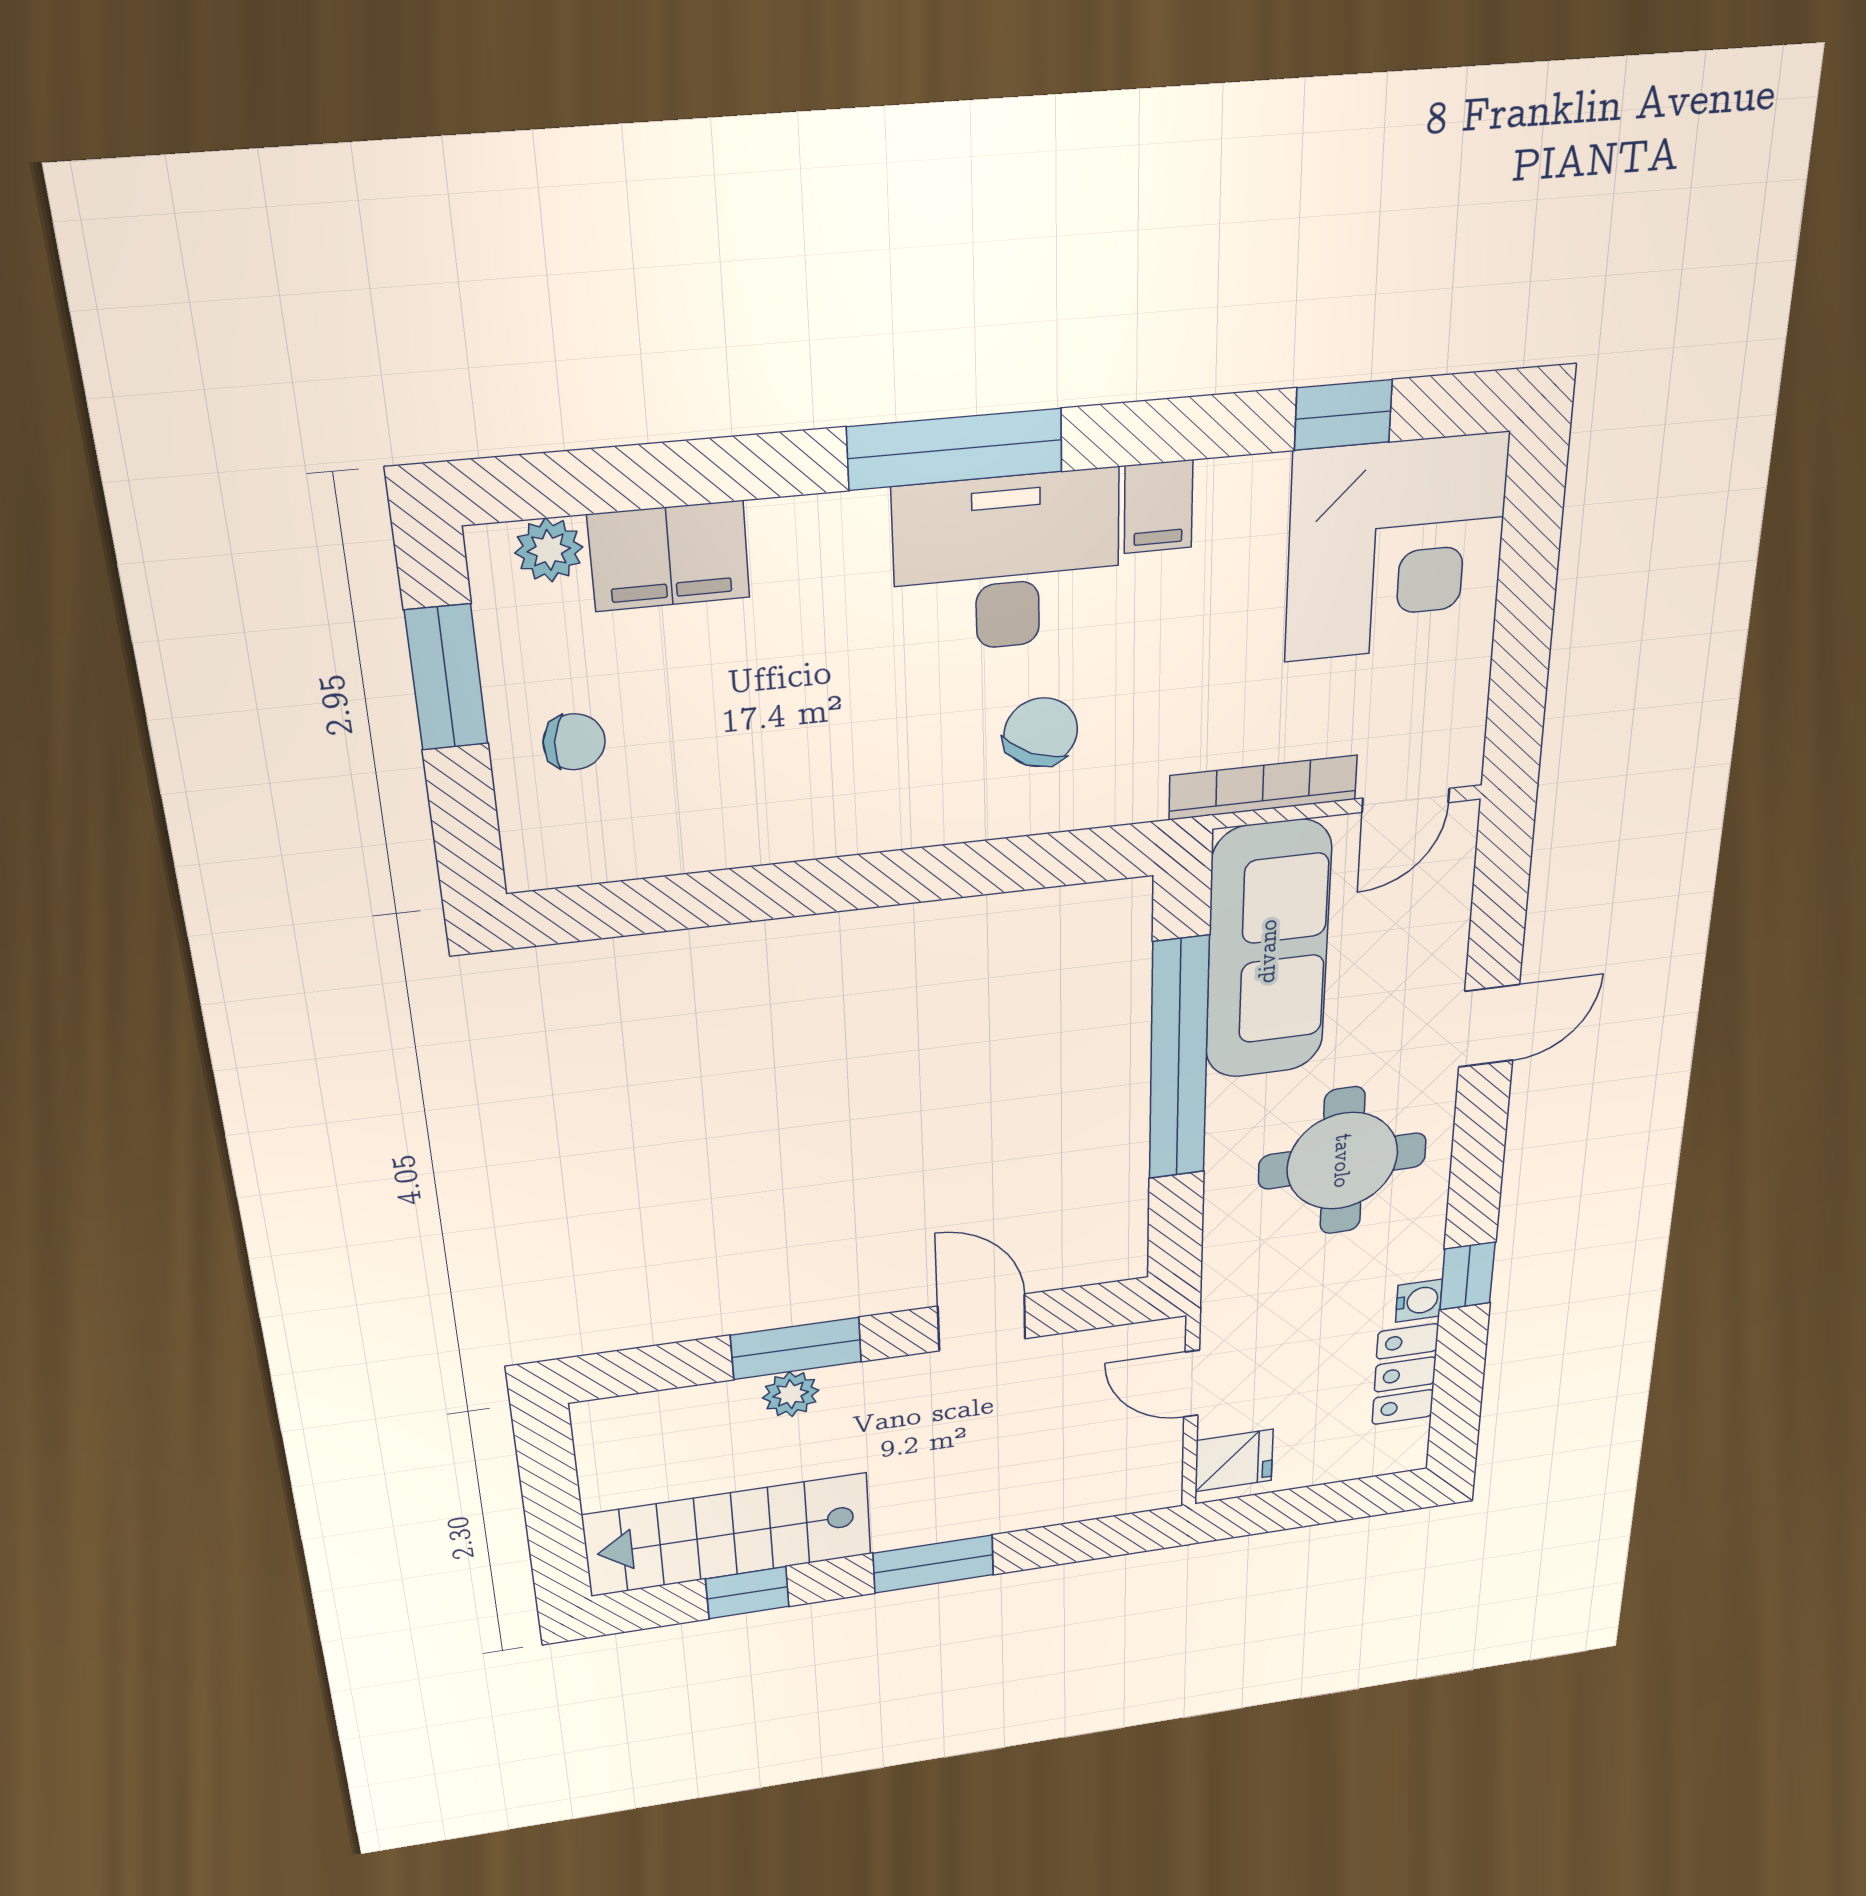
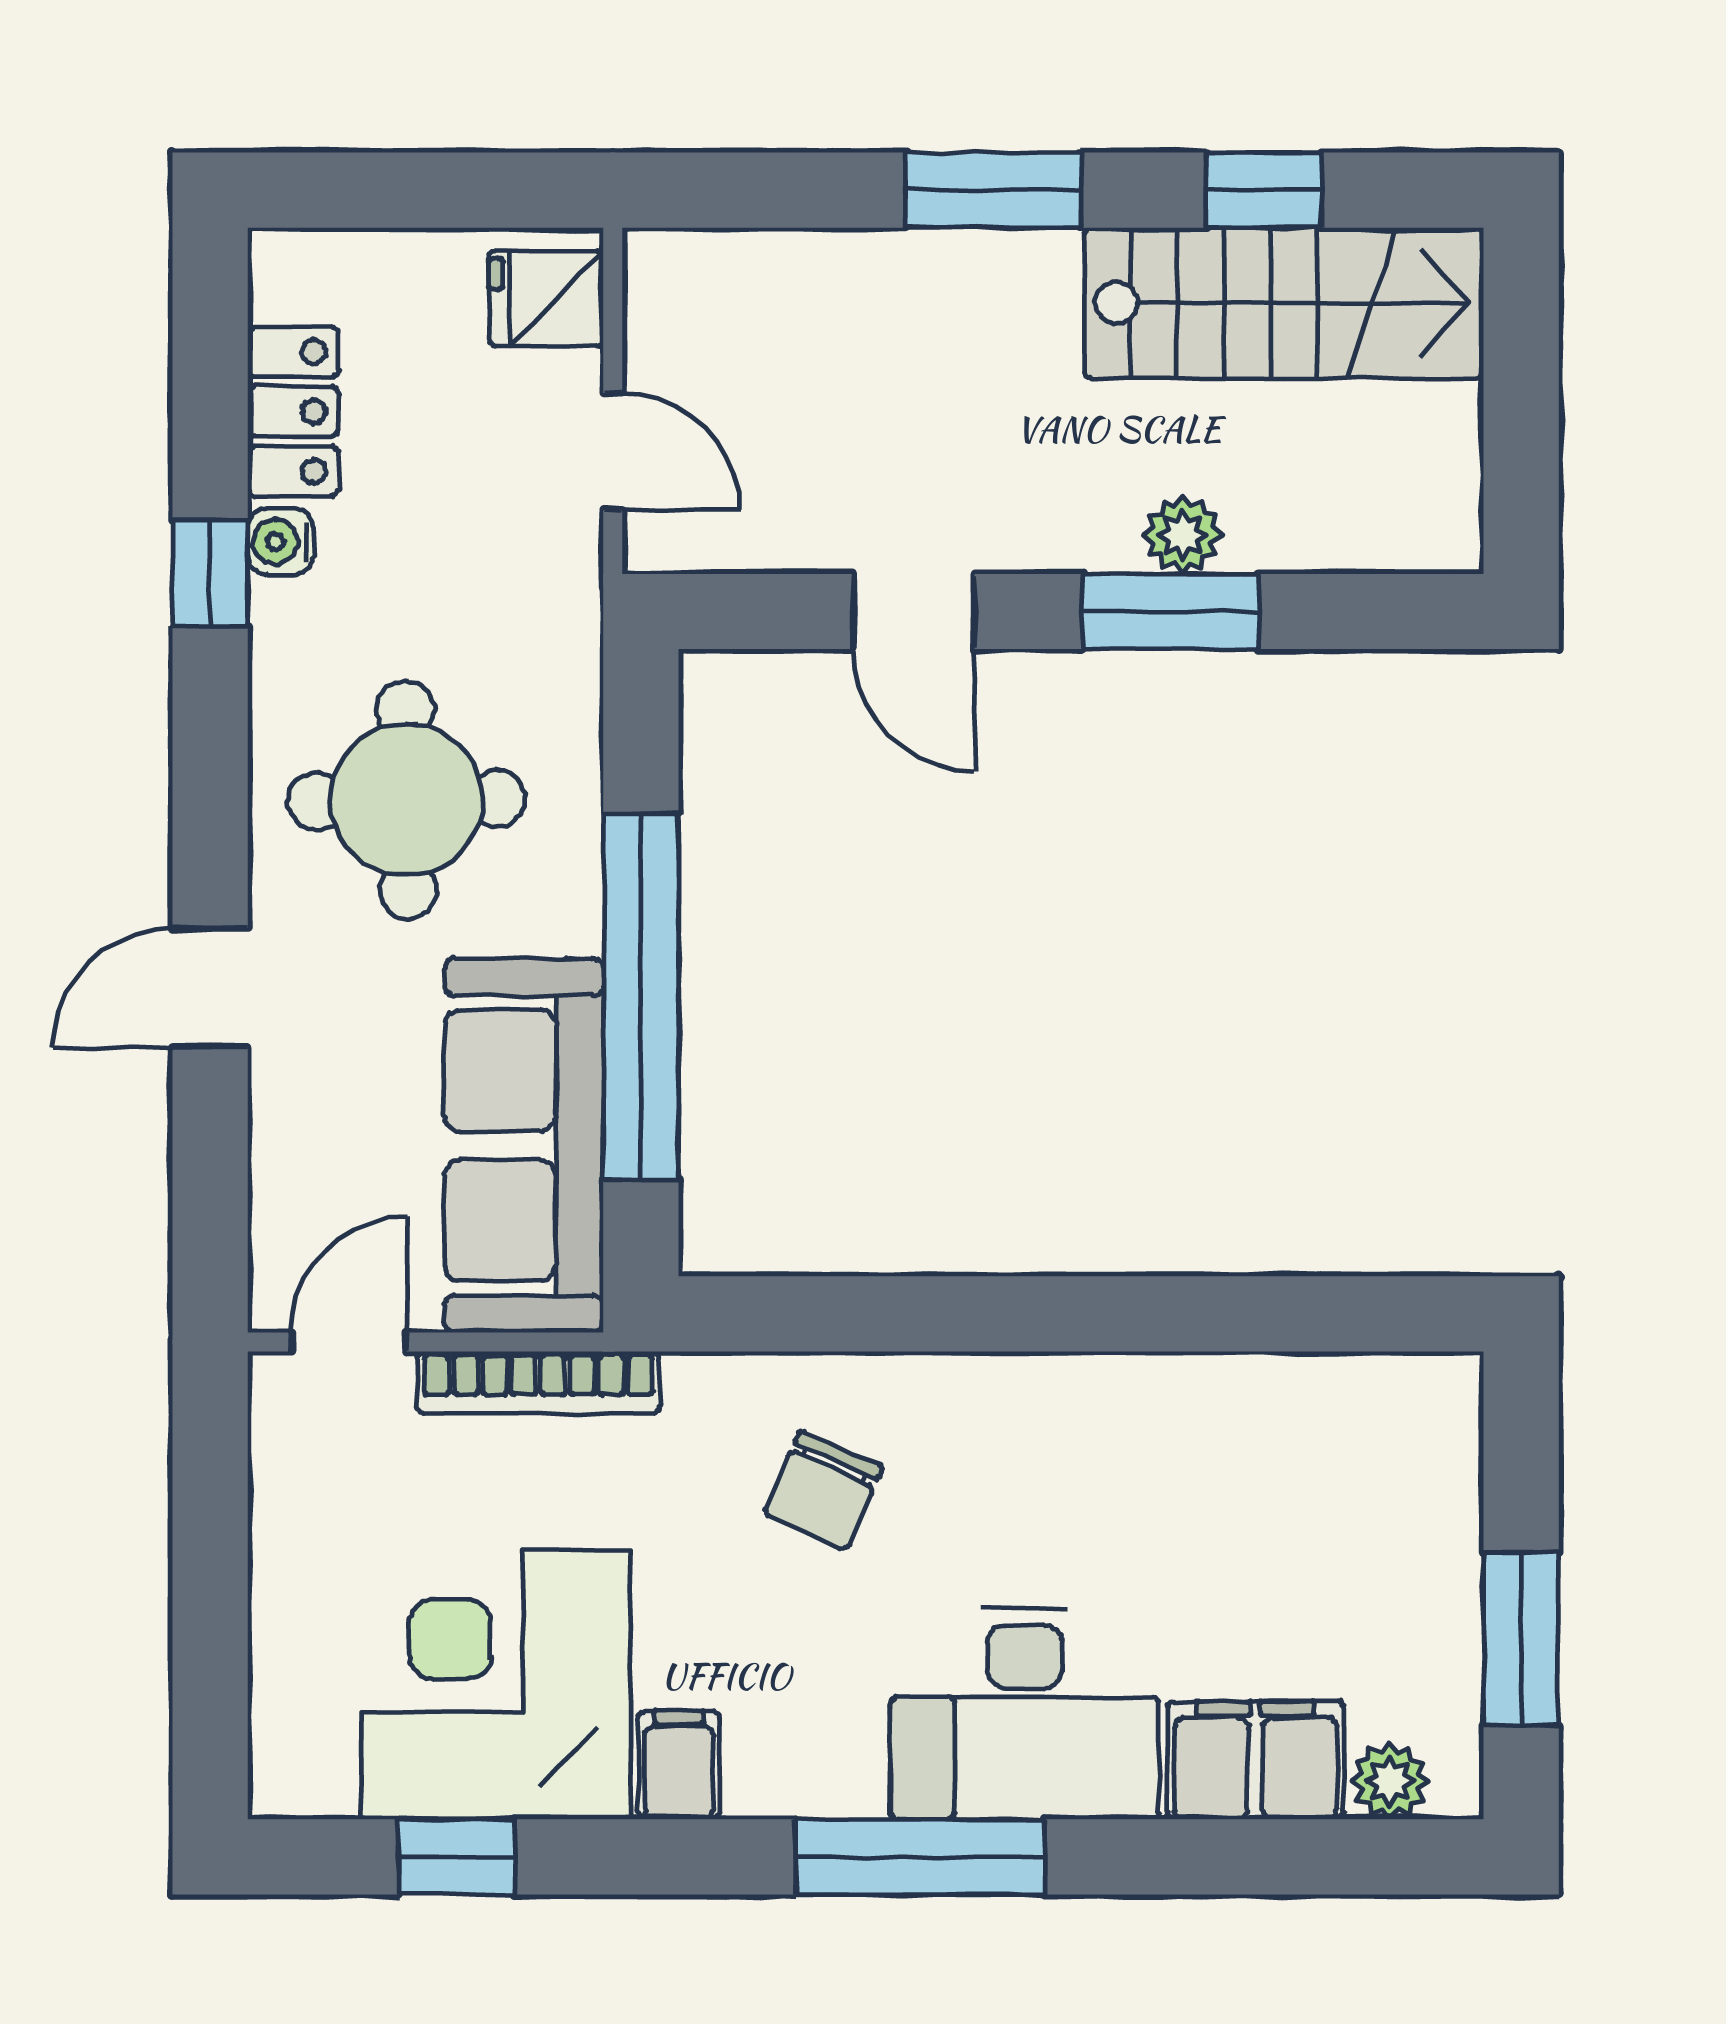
corner desk: (1396, 548) -> (496, 1685), moved
desk: (1007, 562) -> (1025, 1714), moved
chair: (574, 742) -> (1384, 1542), removed

